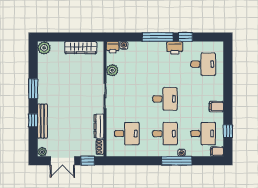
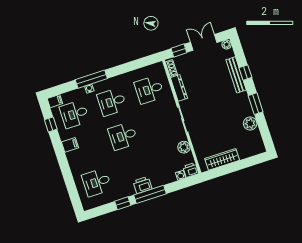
plant: (44, 48) -> (250, 123), moved
printer: (175, 48) -> (142, 185), moved

